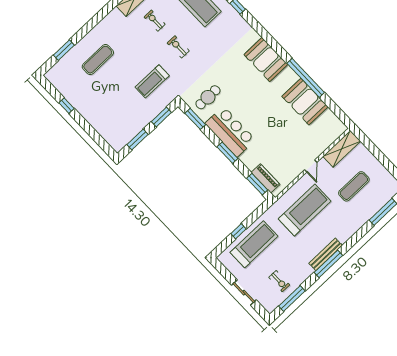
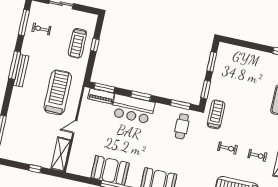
treadmill: (152, 81) -> (216, 114), moved
bar counter: (230, 132) -> (133, 109), moved
window: (376, 152) -> (35, 169), added
door: (311, 166) -> (75, 127), hinge flipped
exercise mat: (354, 186) -> (34, 133), removed
treadmill: (305, 210) -> (58, 92), turned 180
treadmill: (254, 244) -> (77, 43), width x0.73, depth x0.73

